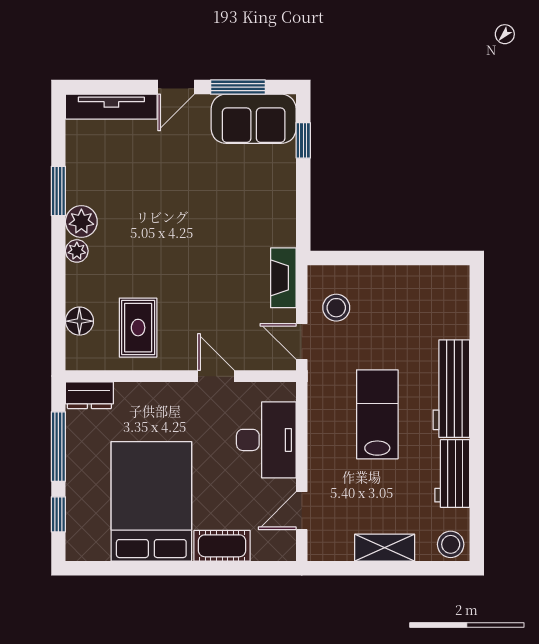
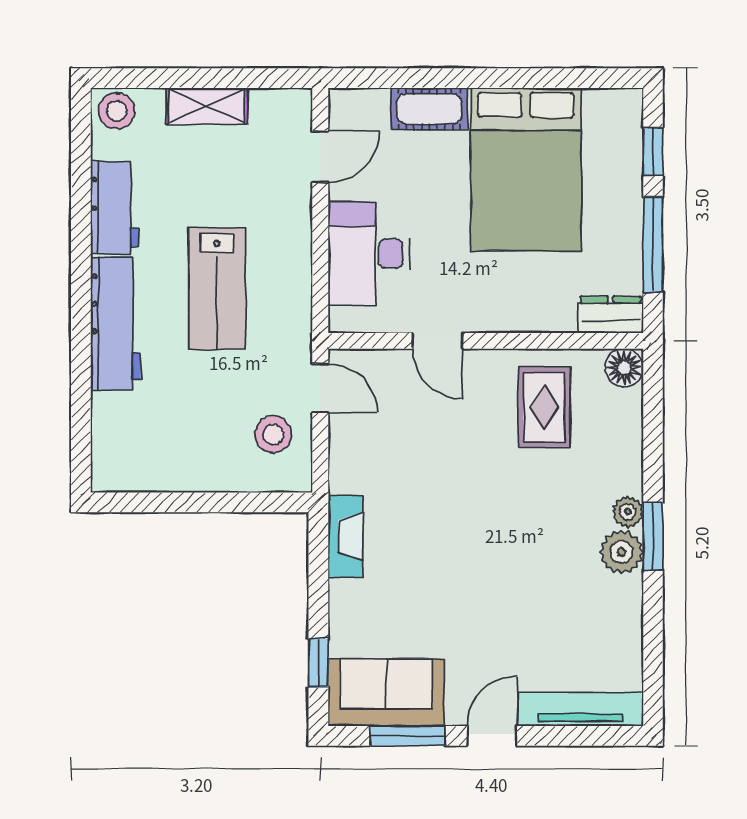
window: (58, 191) -> (653, 536), moved
fireplace: (283, 278) -> (345, 536), moved
floor lamp: (79, 321) -> (624, 368), moved

